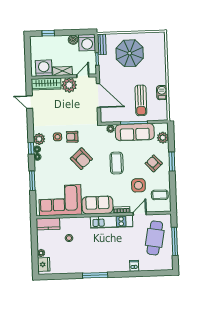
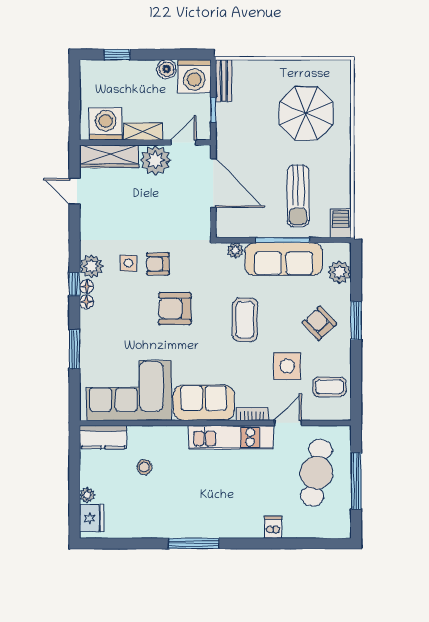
parasol: (130, 53) -> (306, 113), moved
barbecue: (162, 93) -> (341, 223), moved
armchair: (81, 159) -> (175, 309), turned 132

